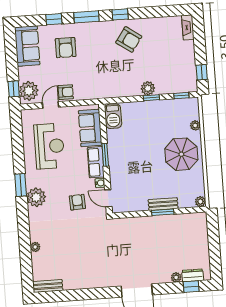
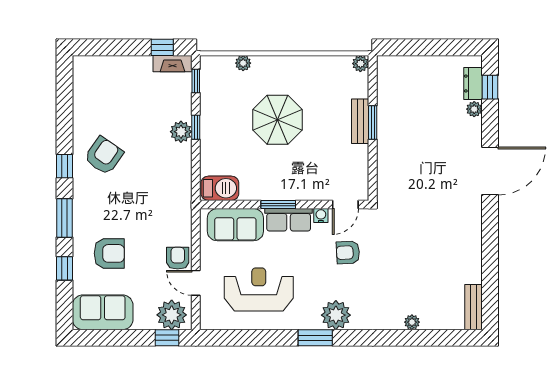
fireplace: (188, 27) -> (172, 64), moved
parasol: (181, 154) -> (278, 120), moved

